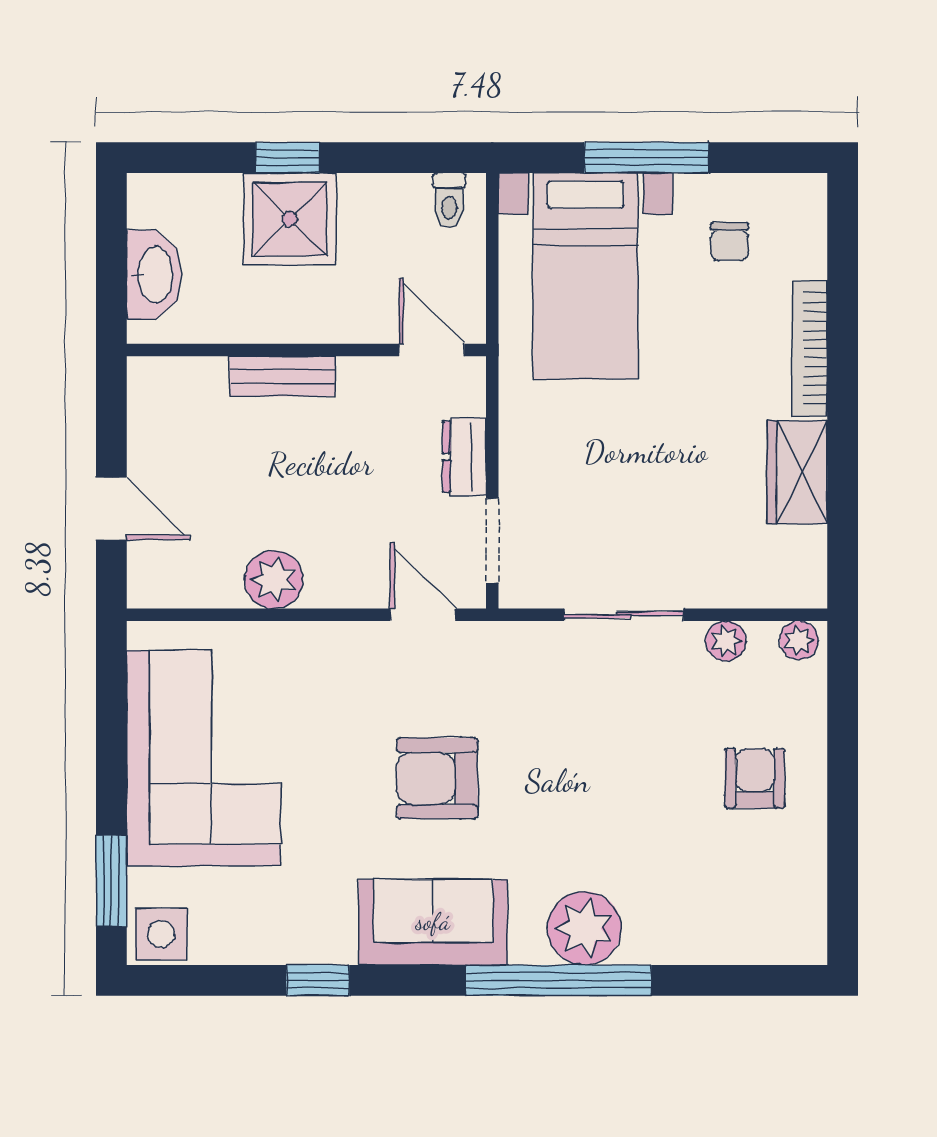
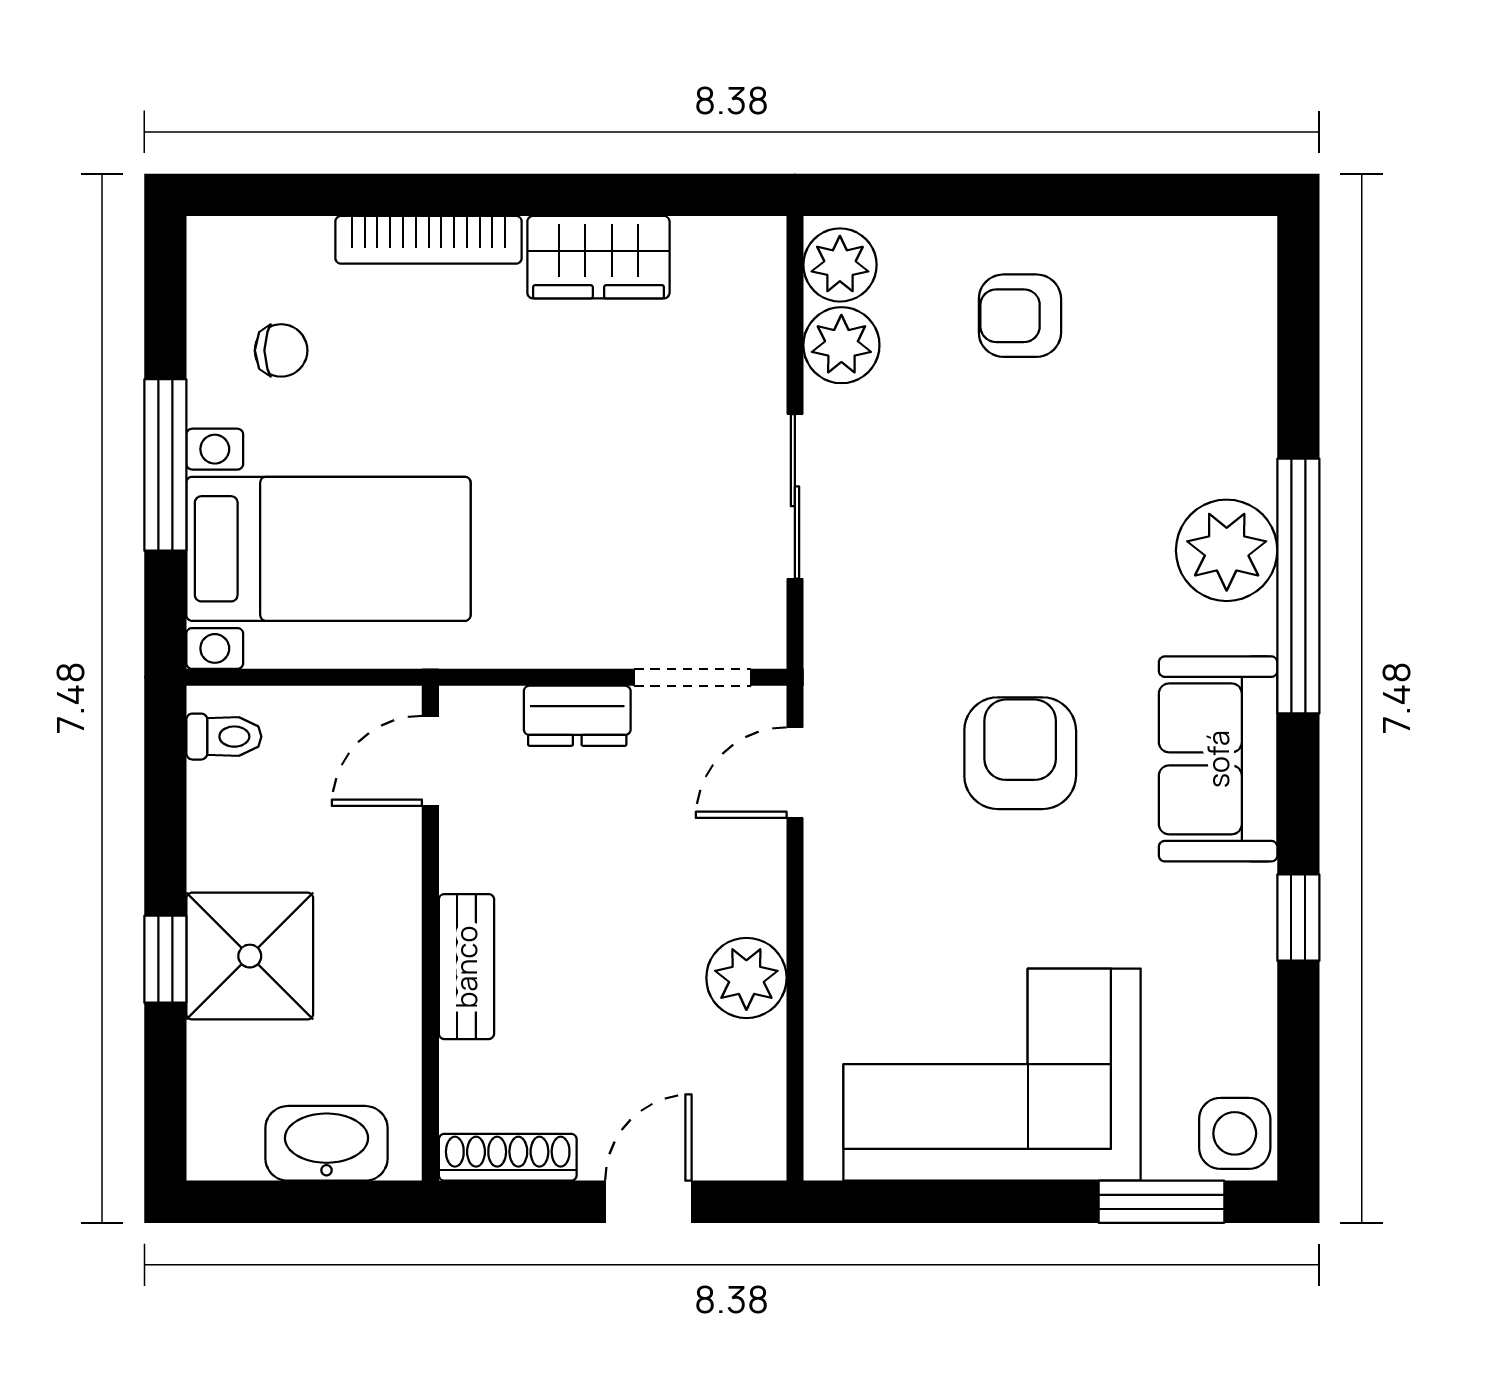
shoe rack: (144, 406) -> (508, 1157), added
plant: (799, 640) -> (840, 265), width x1.38, depth x1.38
plant: (726, 641) -> (841, 345), width x1.38, depth x1.38
armchair: (437, 778) -> (1020, 753), turned 180

